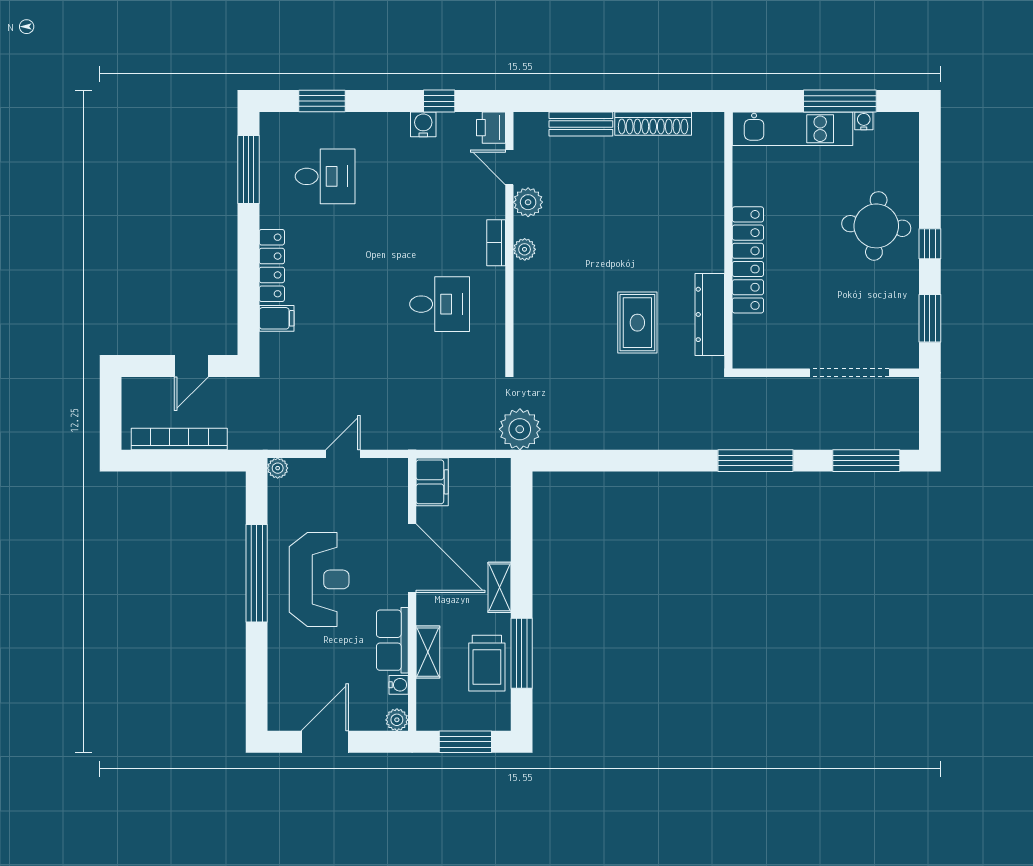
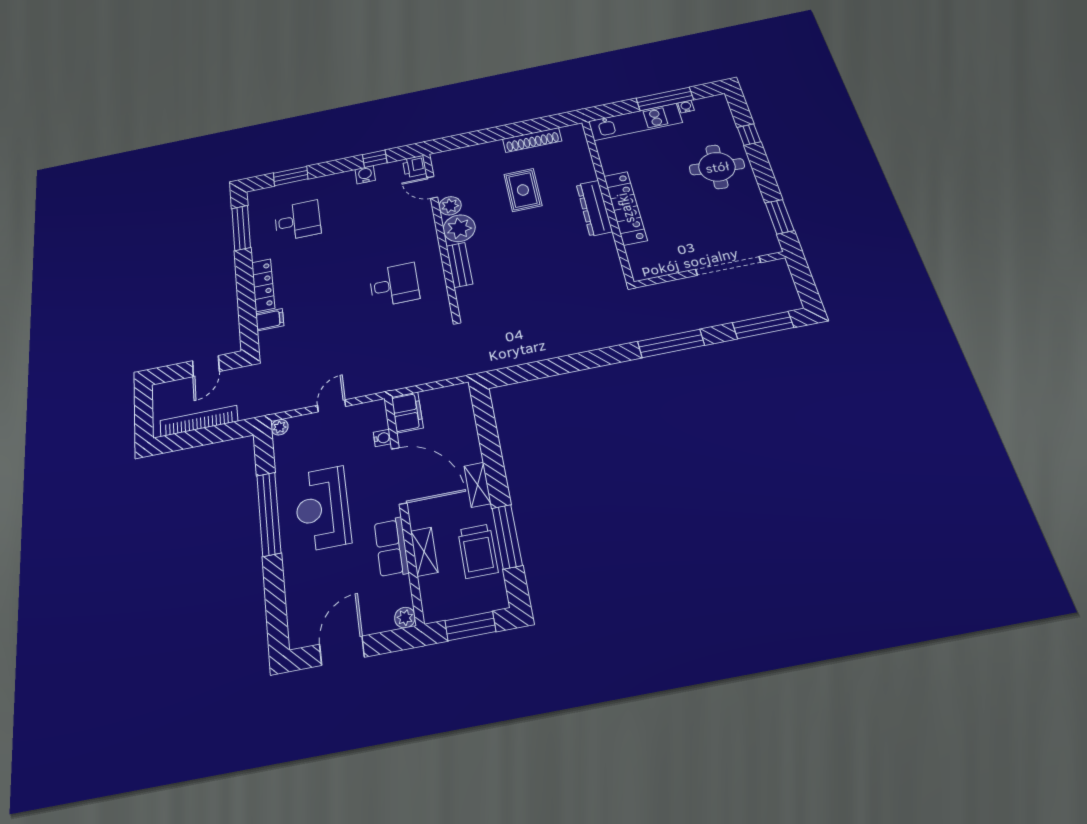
bench: (581, 124) -> (459, 265), moved, turned 90
bookcase: (496, 243) -> (431, 236), removed
window: (930, 244) -> (749, 135), moved
plant: (525, 249) -> (459, 228), width x1.87, depth x1.87
dresser: (710, 314) -> (594, 208), moved
rug: (637, 323) -> (523, 190), moved
plant: (520, 429) -> (472, 359), removed
reception desk: (319, 579) -> (322, 508), turned 180
water cooler: (399, 685) -> (382, 438), moved

